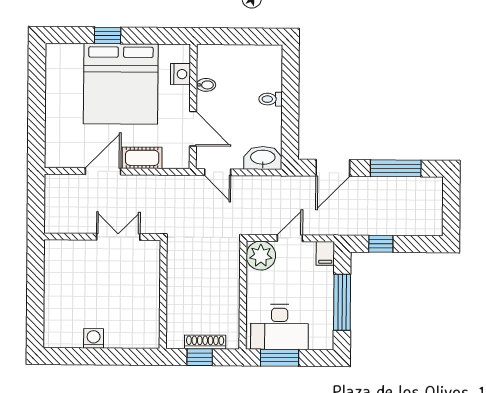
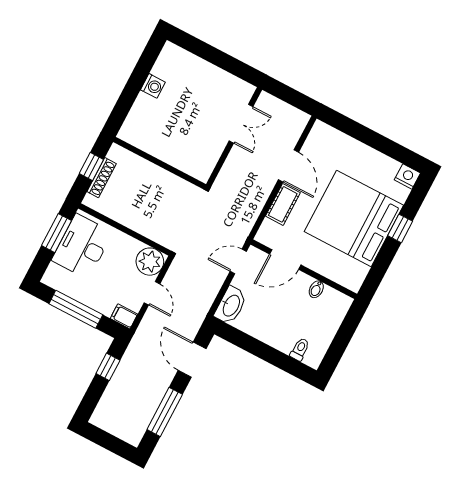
nightstand: (180, 74) -> (407, 176), moved, turned 180
toilet: (271, 99) -> (300, 349), moved
double door: (118, 237) -> (241, 124), moved

